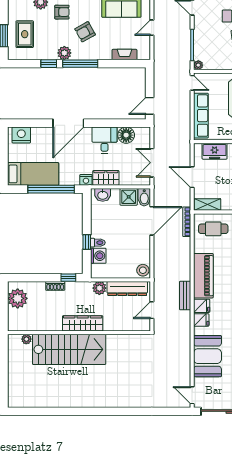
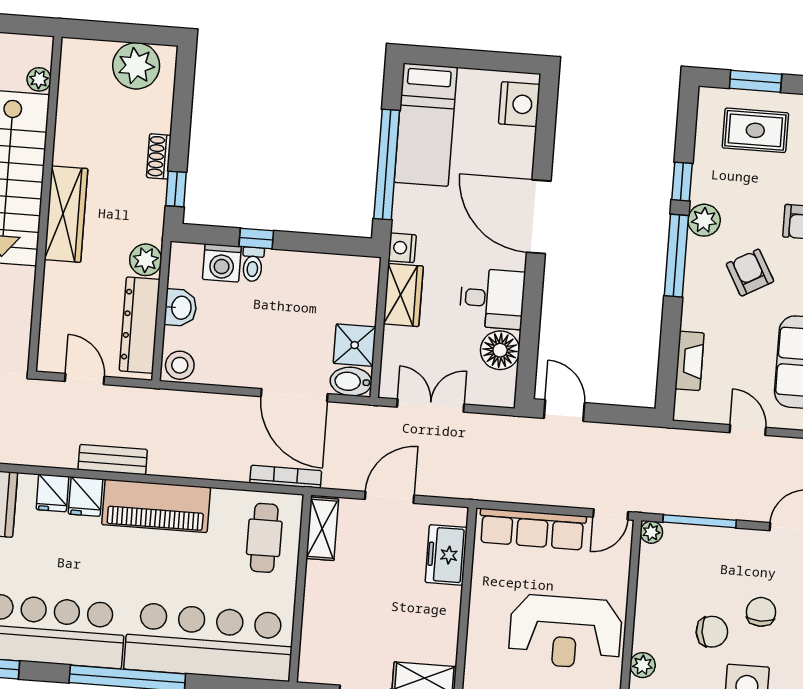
washbasin: (103, 195) -> (180, 308), moved, turned 180

